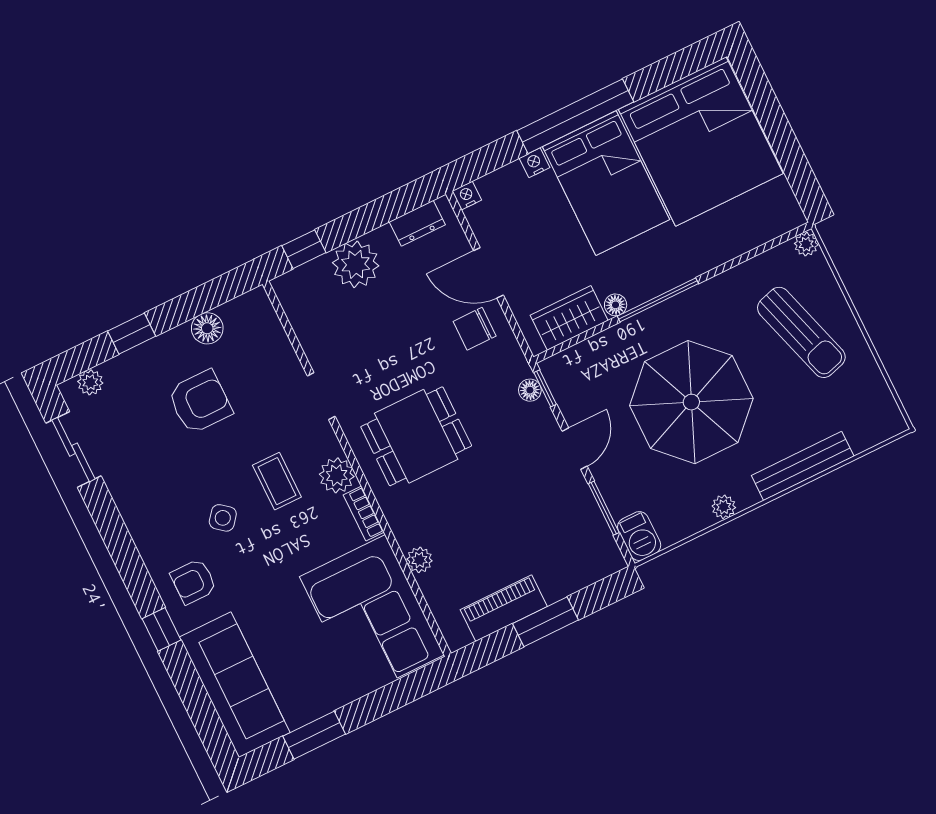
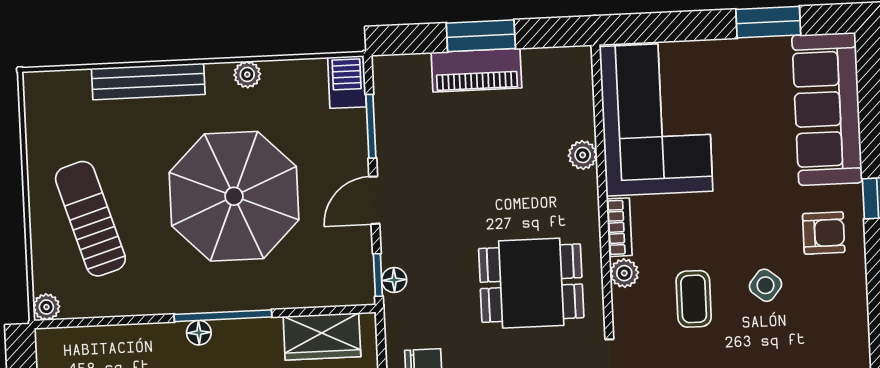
floor lamp: (616, 305) -> (199, 333), moved
plant: (337, 475) -> (624, 273), width x0.73, depth x0.73
piano: (504, 608) -> (476, 70), moved

